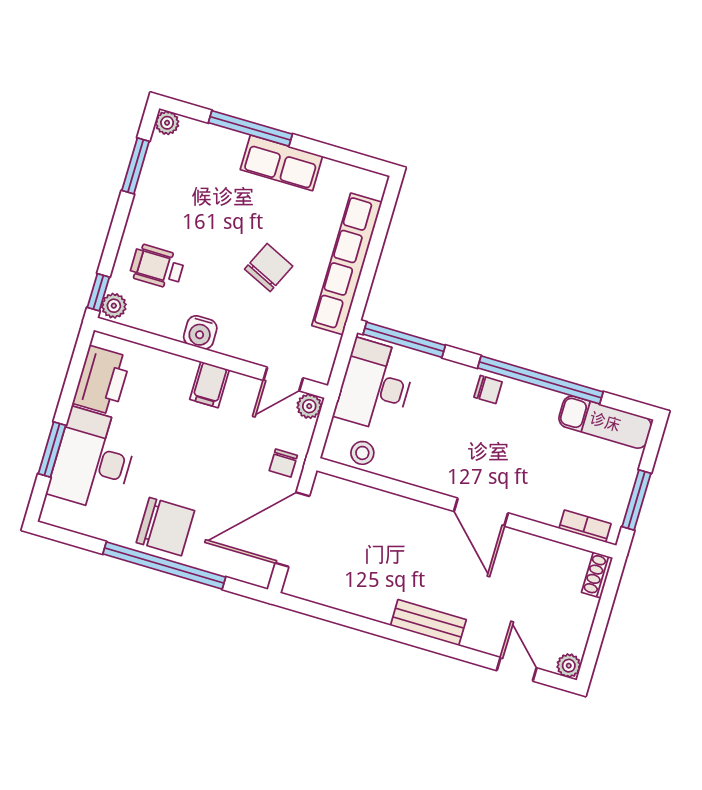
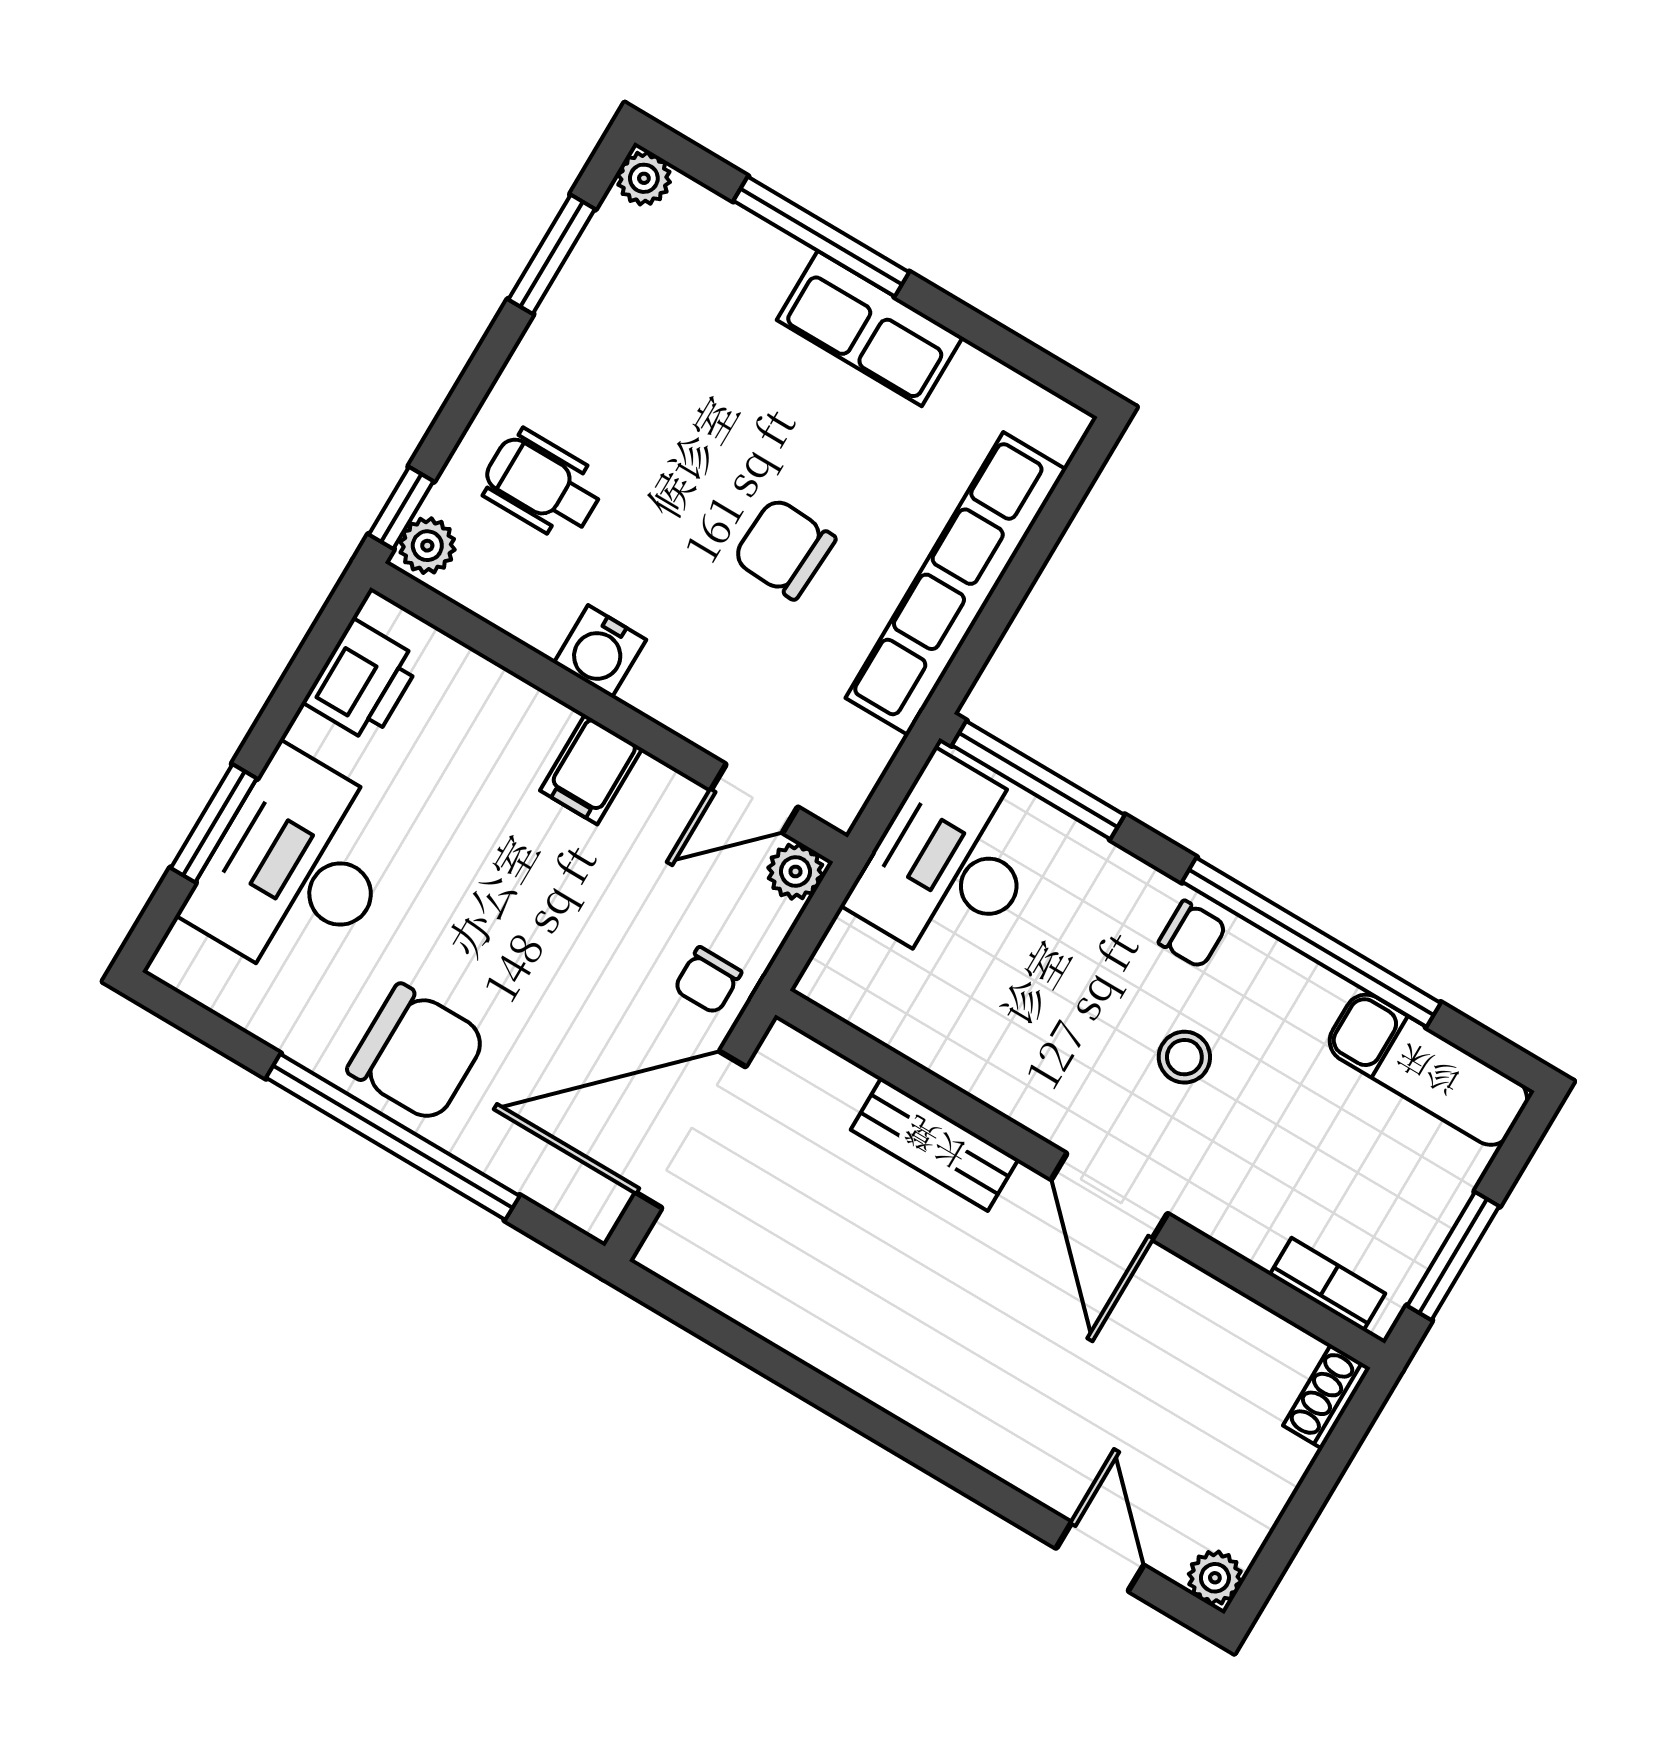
chair: (269, 268) -> (784, 548), turned -112
printer: (102, 380) -> (362, 681), width x0.73, depth x0.84
stool: (362, 453) -> (1184, 1057), moved
bench: (428, 623) -> (935, 1144), moved

